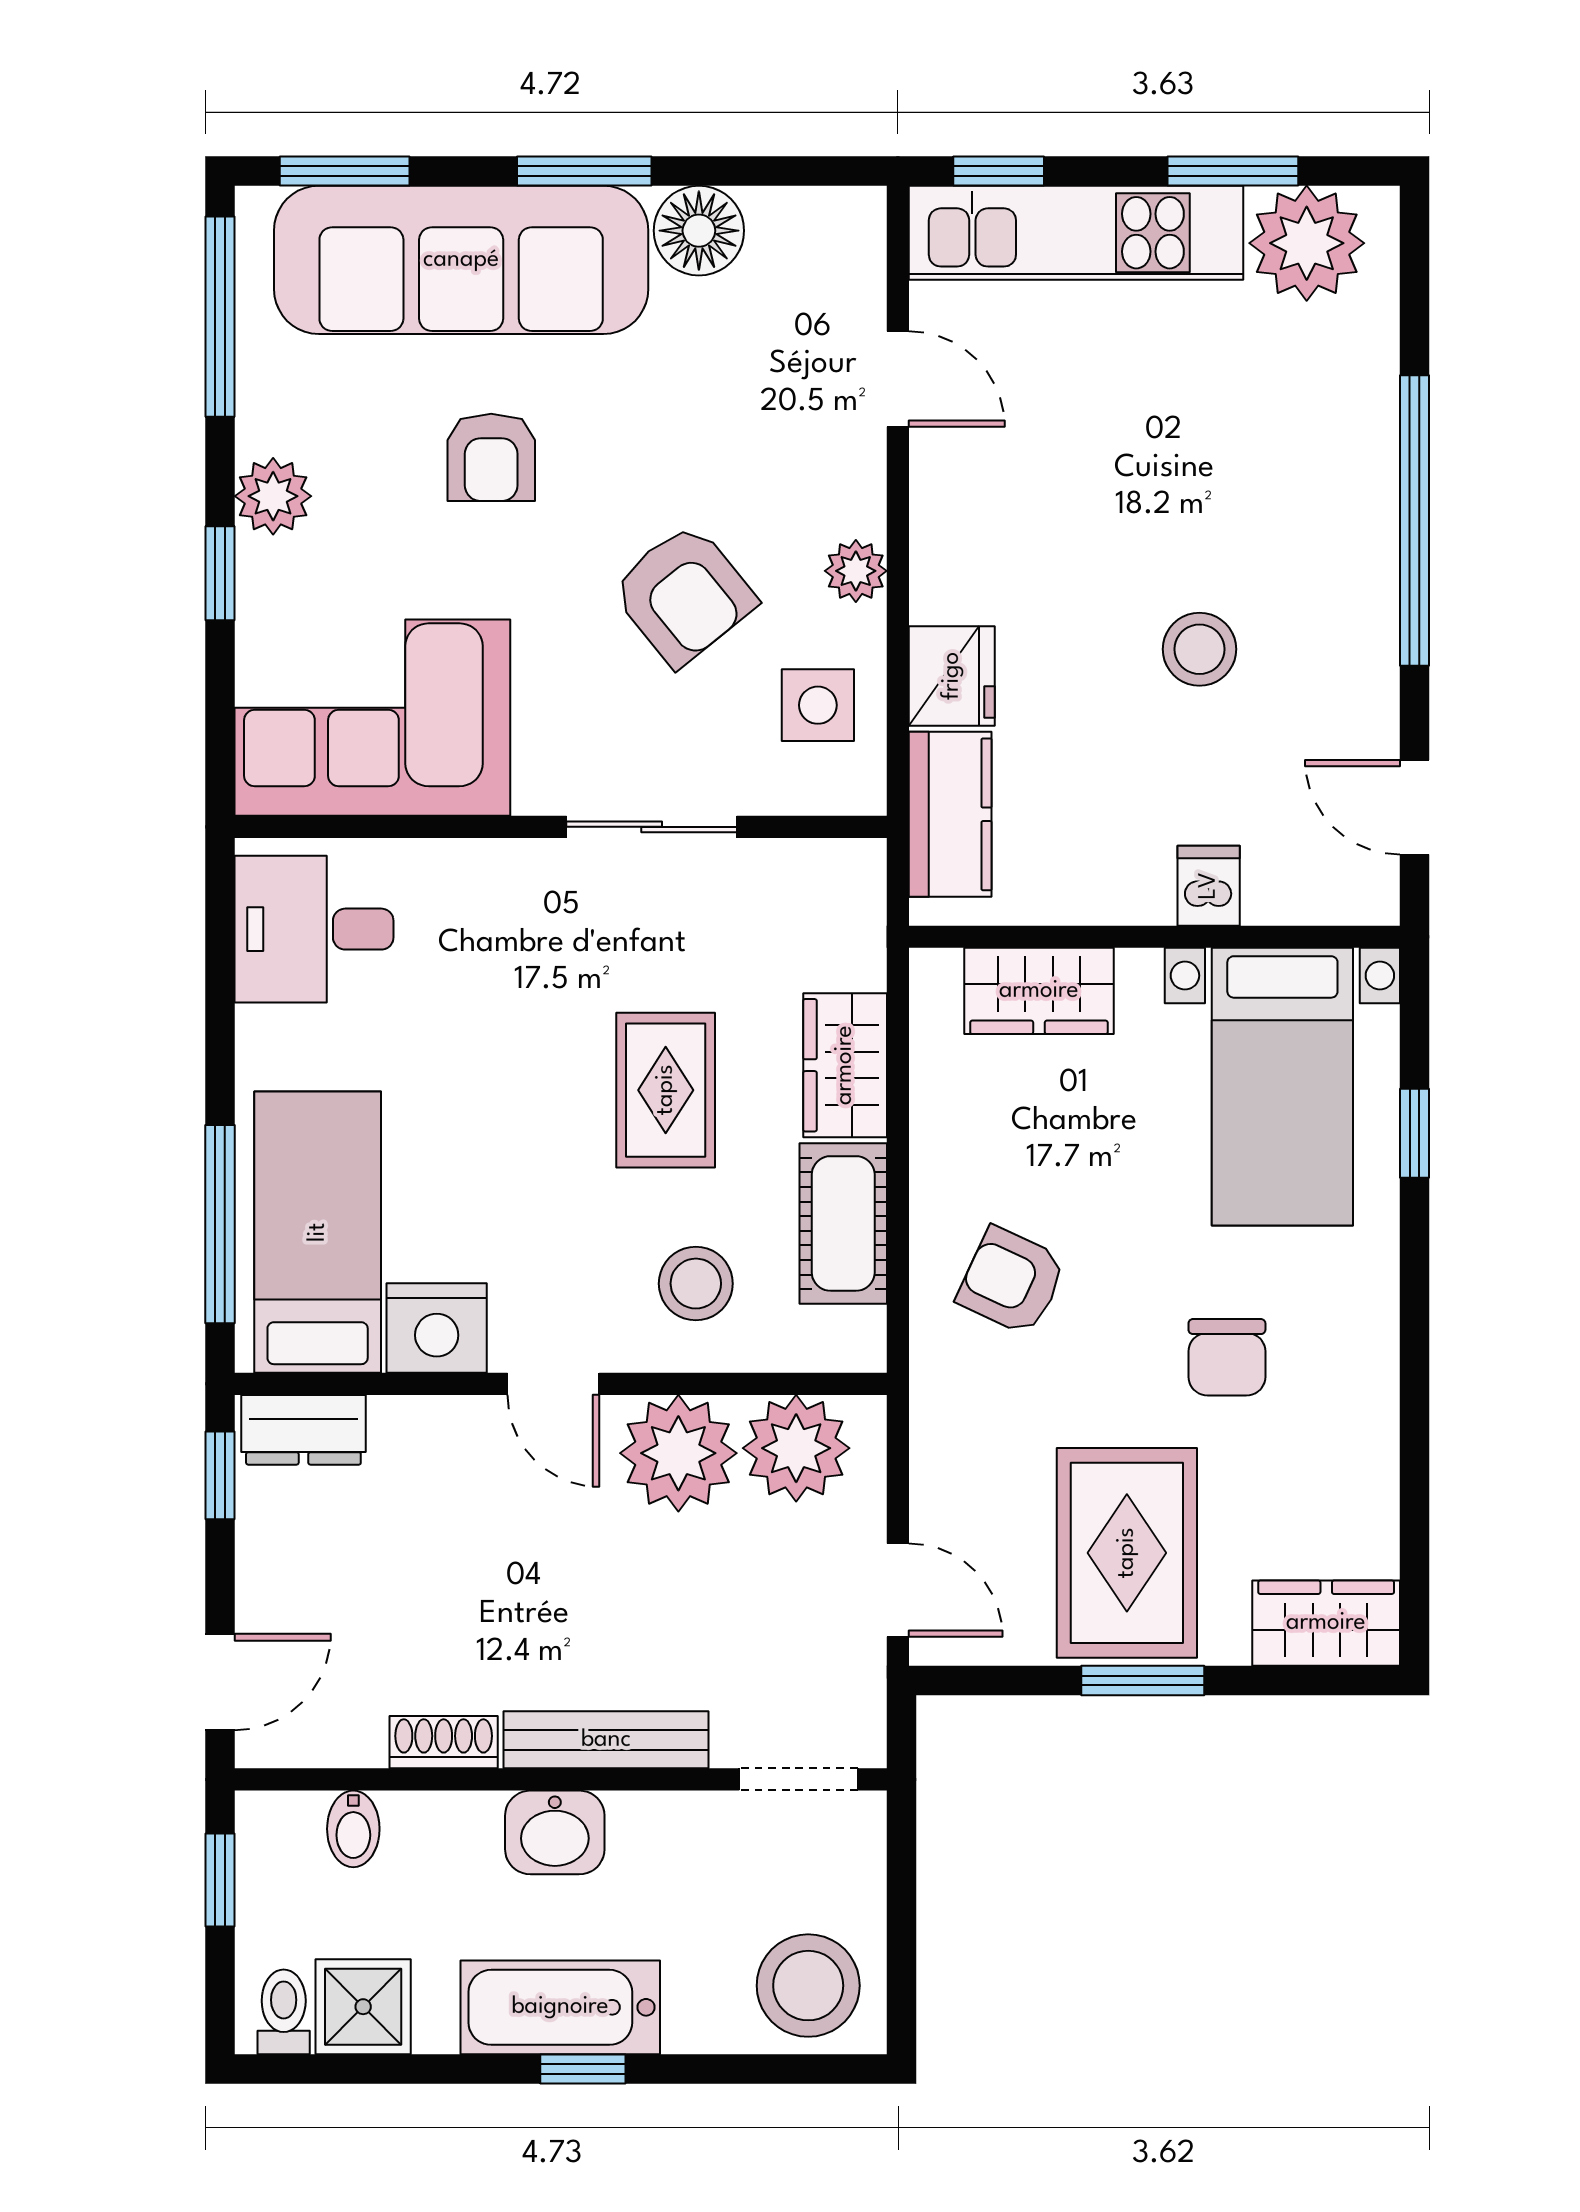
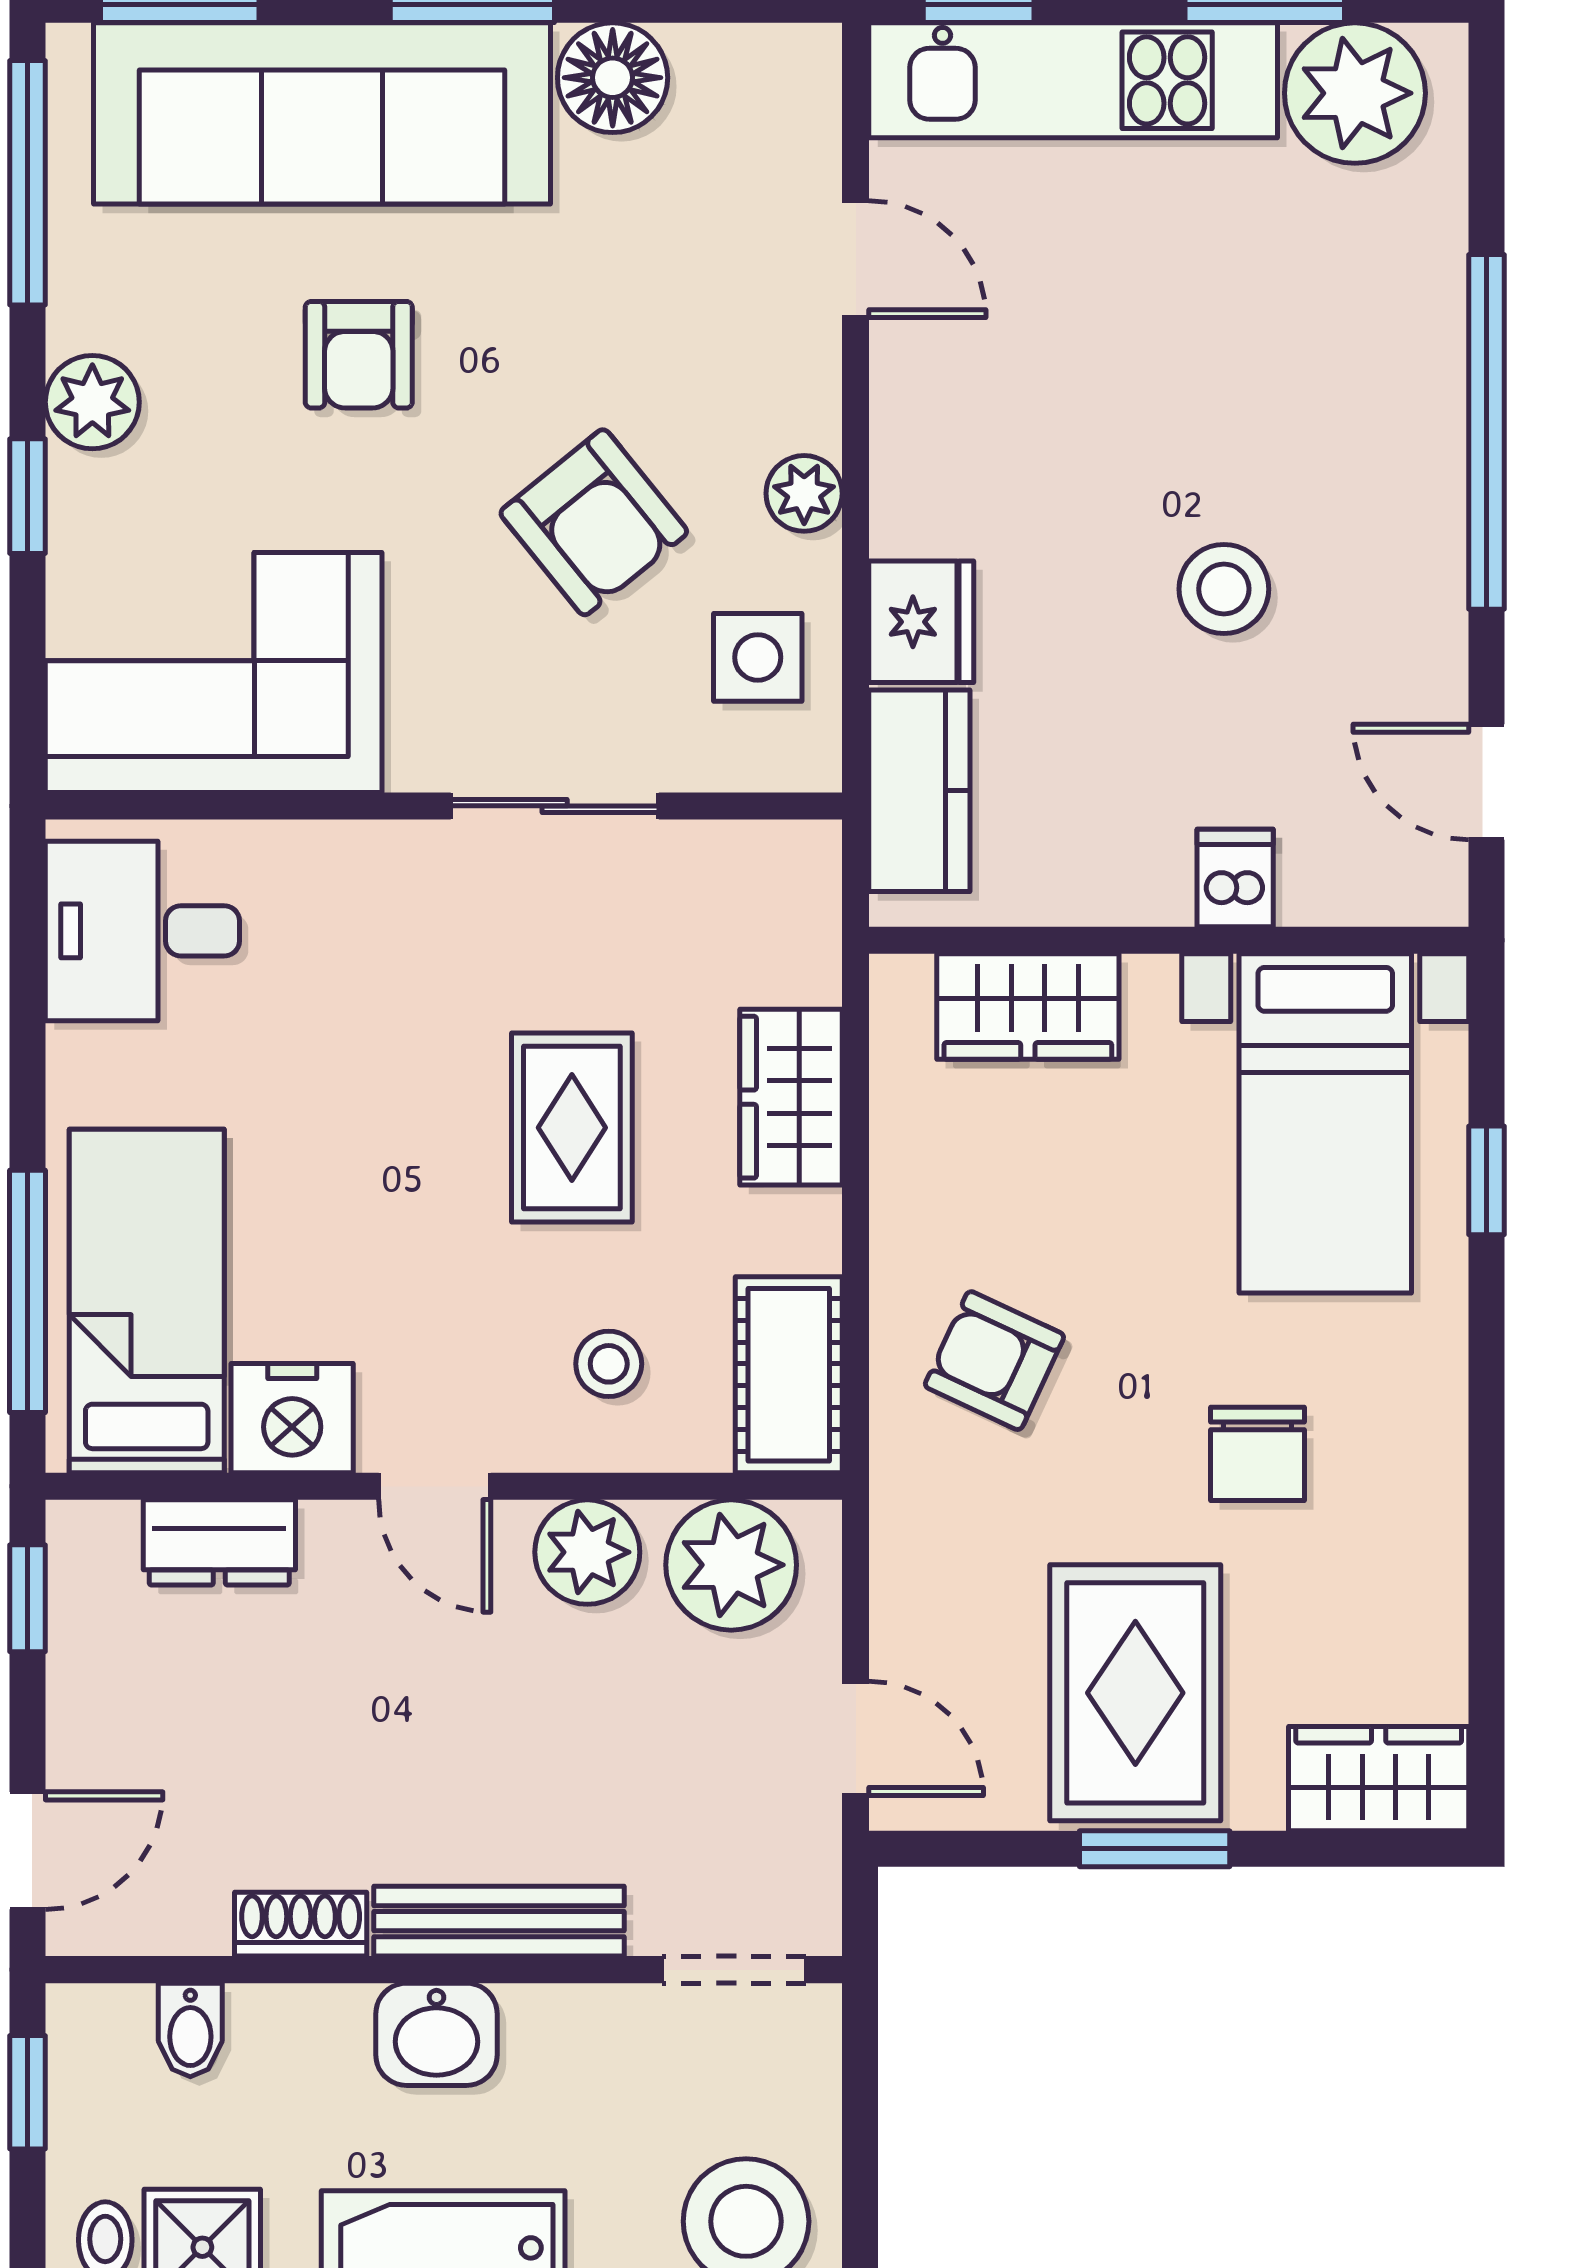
cot: (843, 1223) -> (789, 1375), moved
stool: (696, 1284) -> (609, 1364), width x0.73, depth x0.73
dresser: (303, 1430) -> (219, 1542), moved
plant: (678, 1453) -> (587, 1552), width x0.73, depth x0.73

